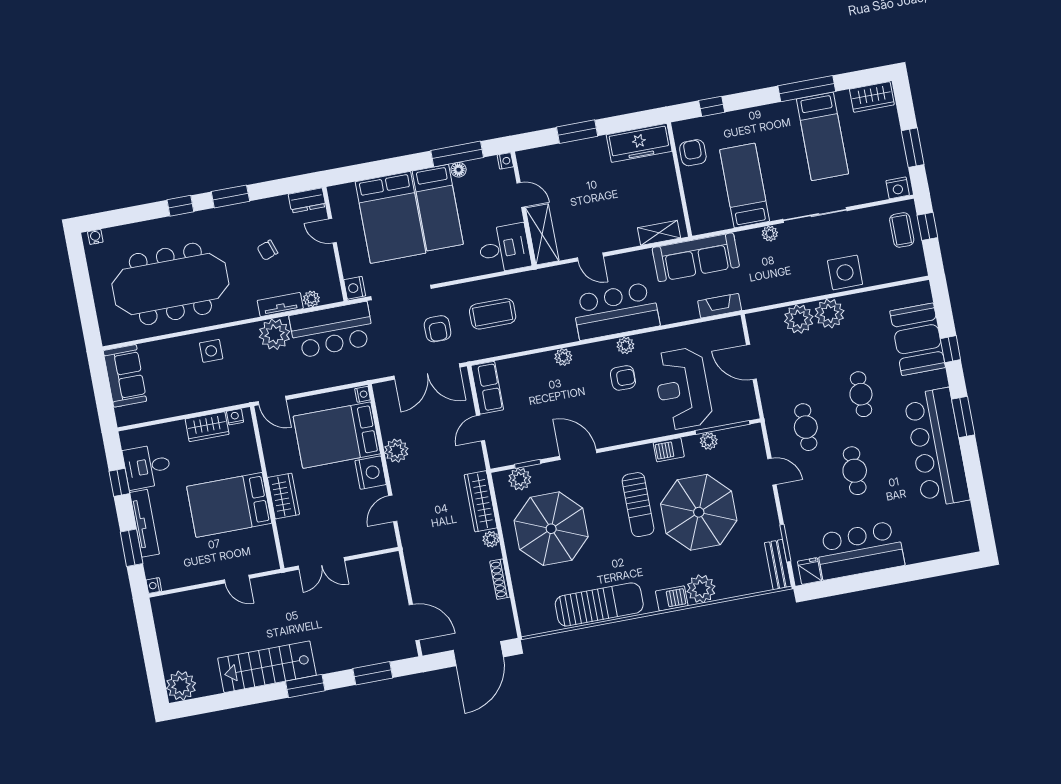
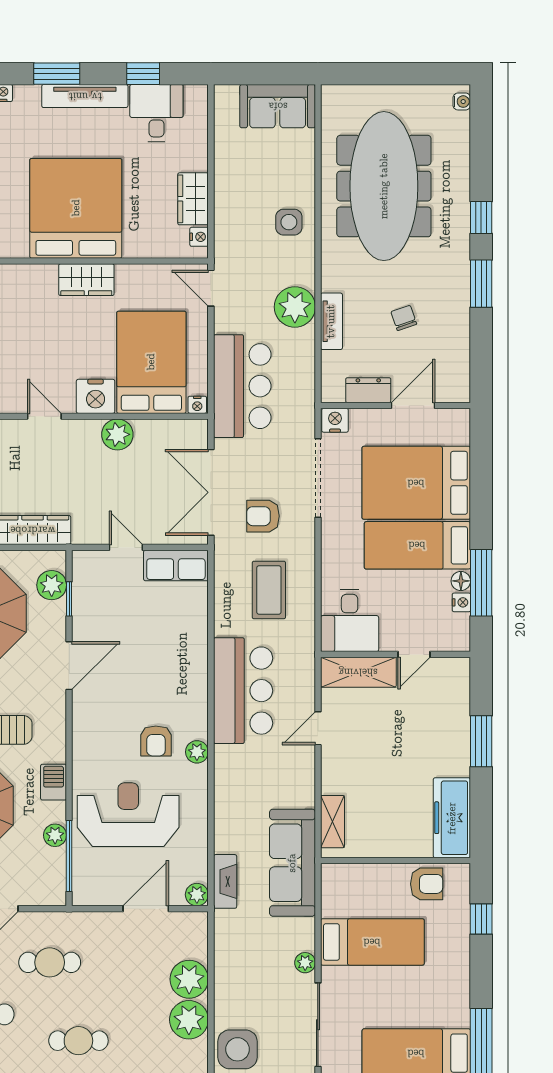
nightstand: (505, 161) -> (461, 602), moved, turned -90
dresser: (307, 200) -> (368, 390), moved, turned 90
door: (332, 231) -> (413, 405), width x1.38
plant: (311, 299) -> (331, 362), removed
bar counter: (616, 311) -> (243, 691), moved
bar counter: (332, 330) -> (242, 386), moved, turned 180
plant: (563, 357) -> (197, 895), moved
door: (272, 401) -> (211, 288), hinge flipped
bed: (229, 505) -> (76, 208), width x1.36

